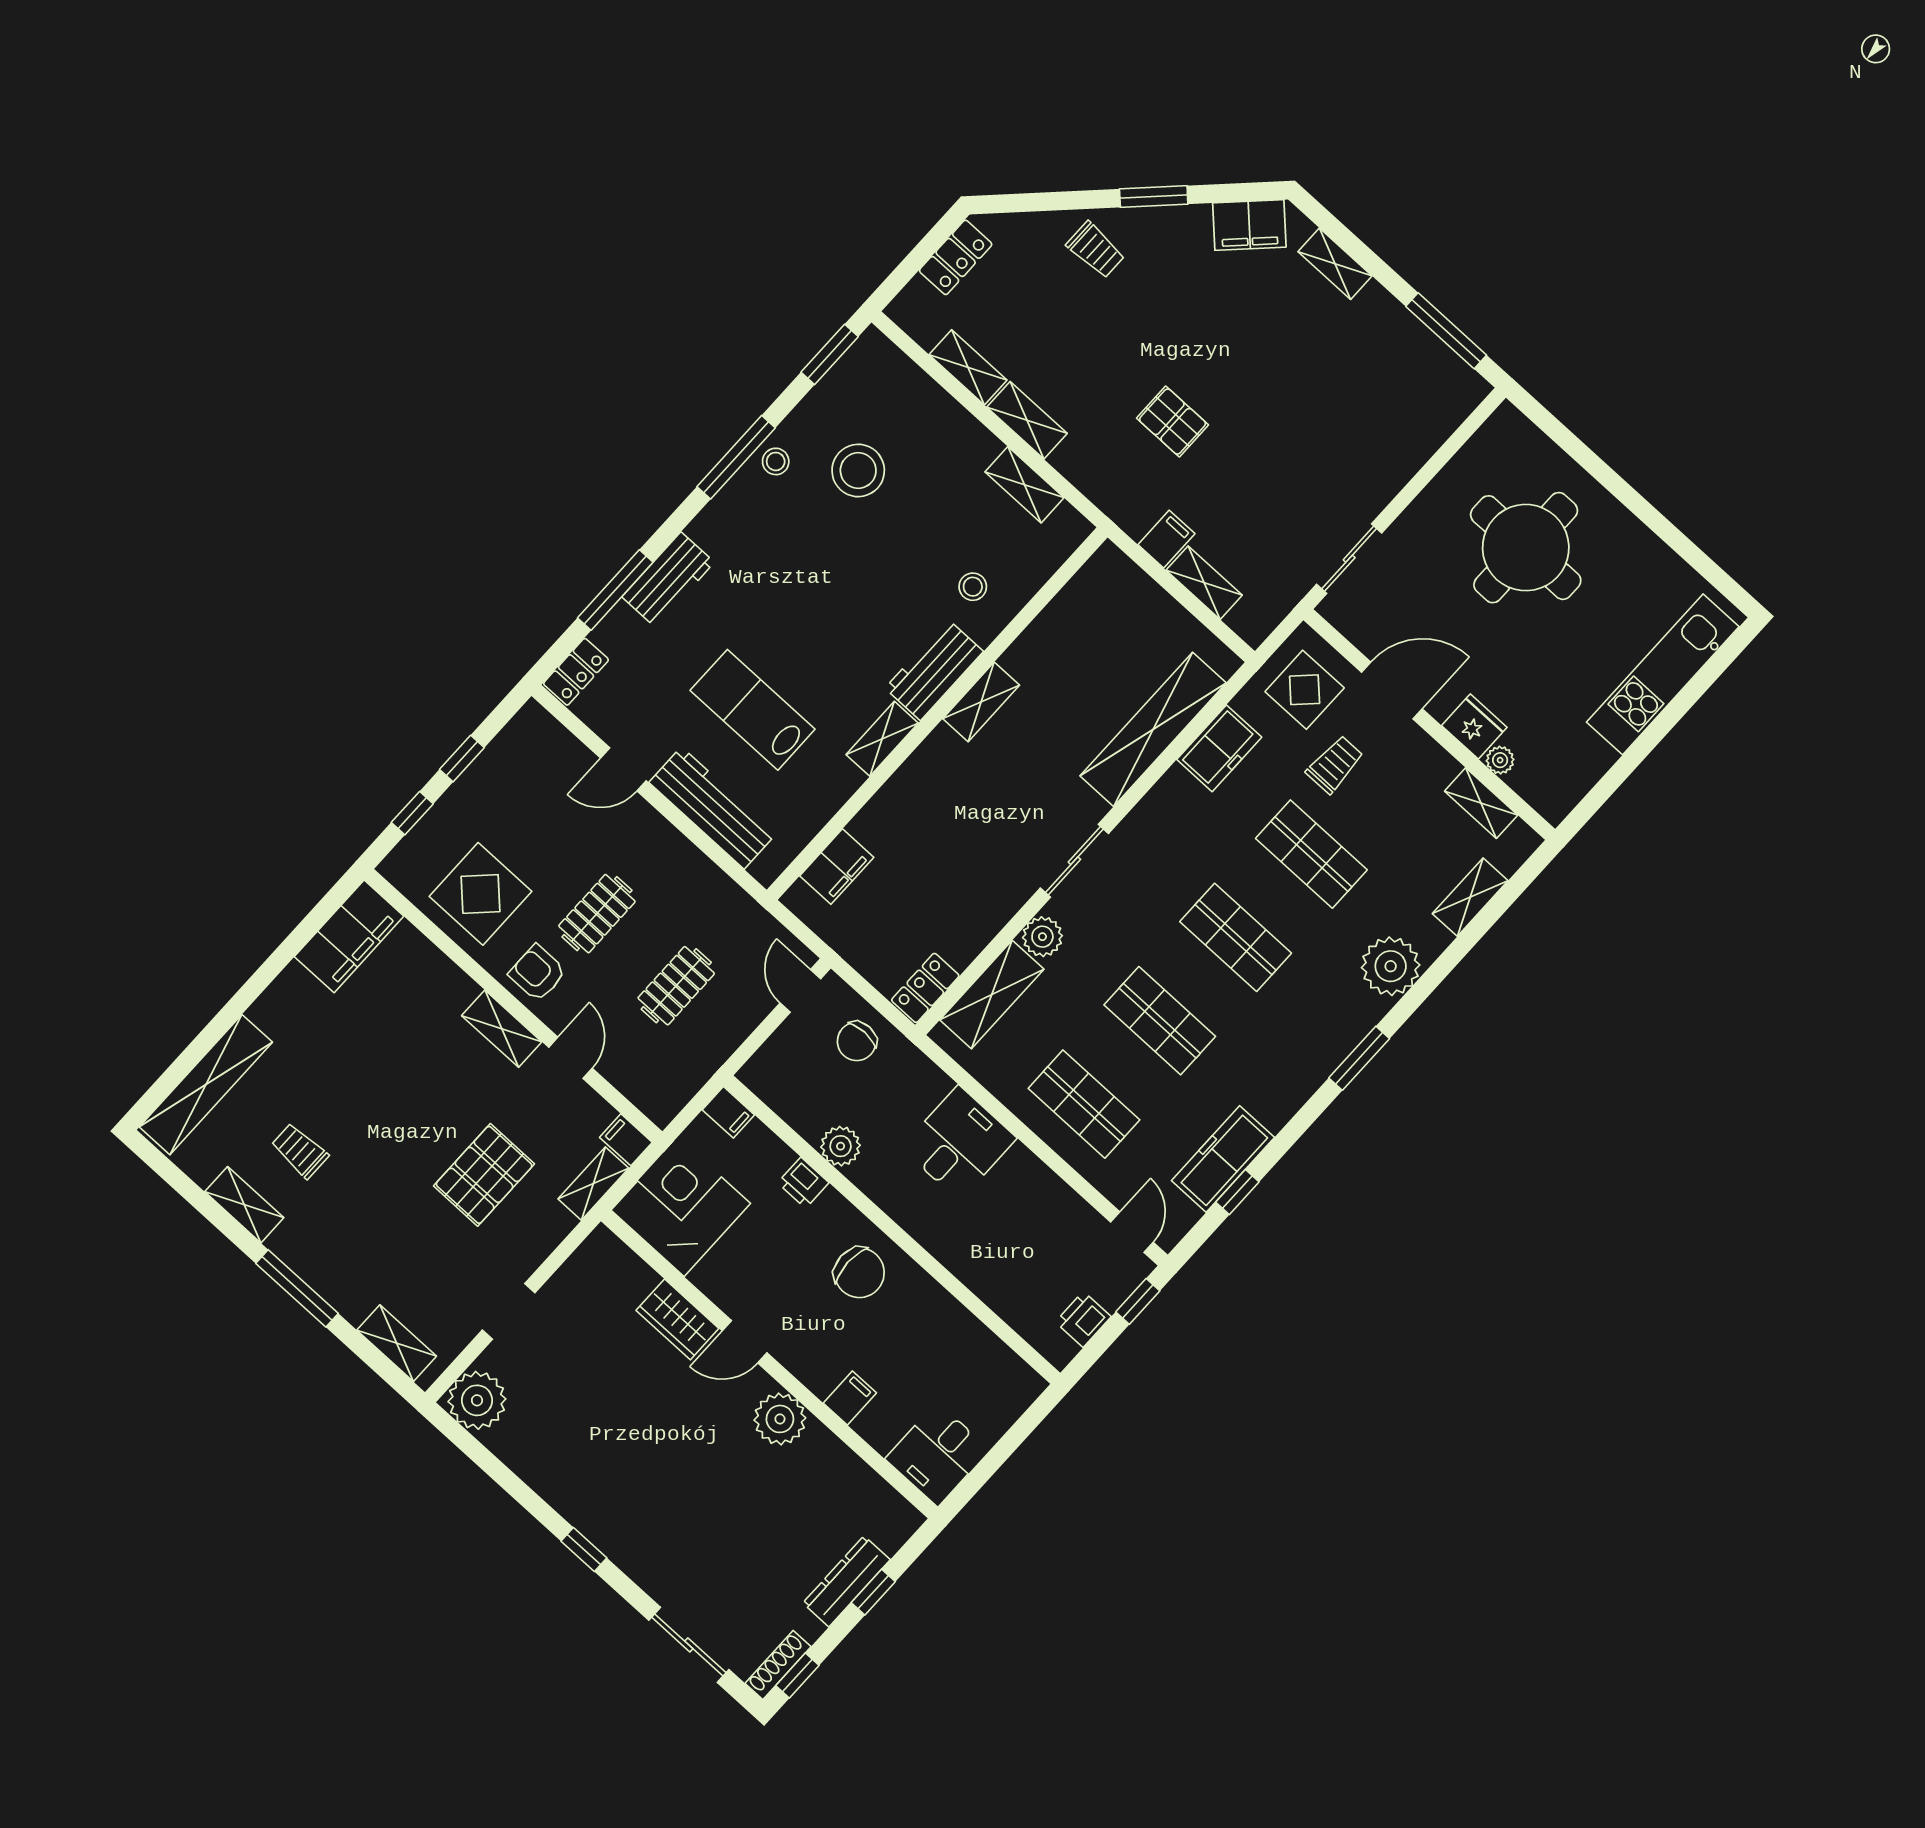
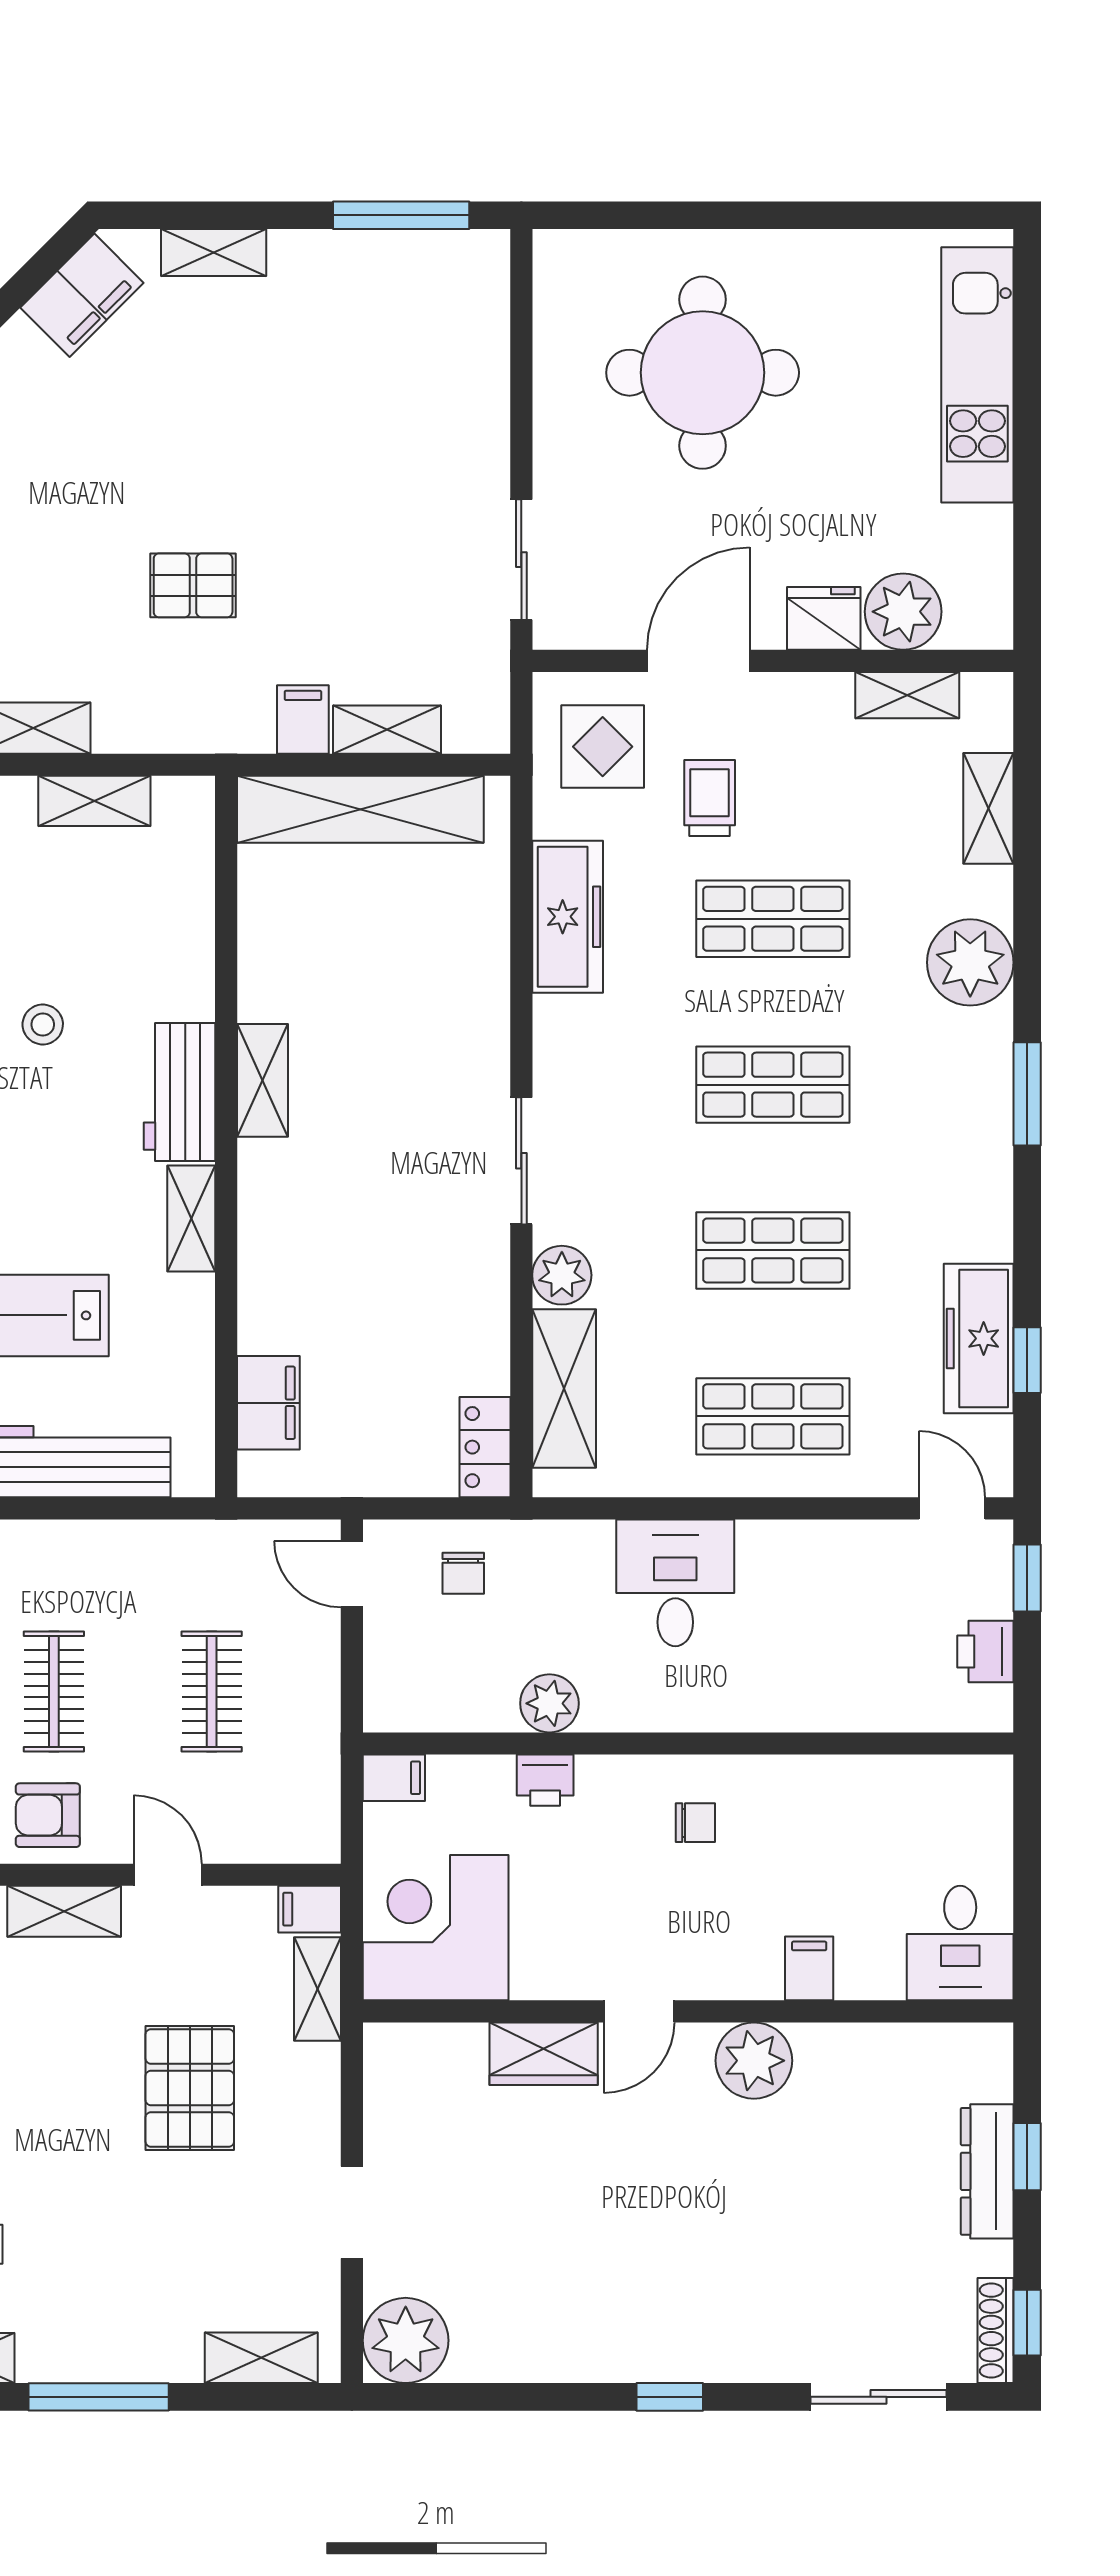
stool: (973, 587) -> (43, 1025), moved
shelving: (1153, 729) -> (360, 809), moved, turned 90
freezer: (1219, 748) -> (568, 917), width x1.40
plant: (1500, 760) -> (903, 612), width x1.87, depth x1.87
chair: (857, 1041) -> (463, 1573), width x0.73, depth x0.73
chair: (859, 1273) -> (695, 1823), width x0.54, depth x0.54

